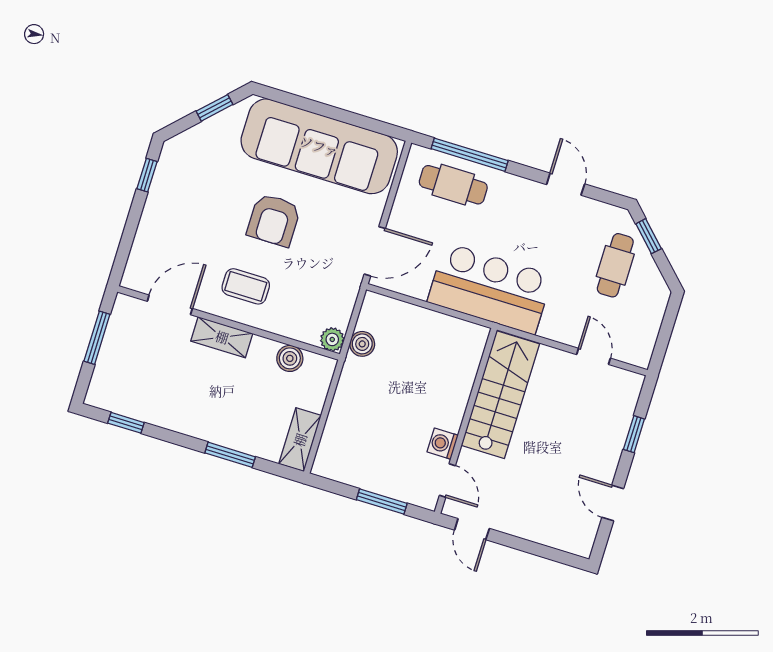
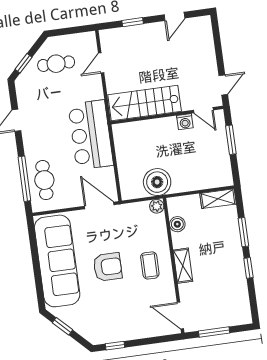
cafe table: (615, 265) -> (56, 64), moved
door: (170, 305) -> (180, 316), moved
boiler: (362, 344) -> (157, 182), width x1.86, depth x1.86
window: (126, 423) -> (248, 268), moved
door: (447, 480) -> (203, 110), swing flipped

